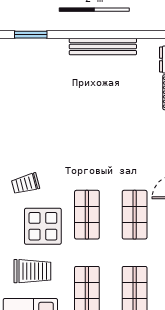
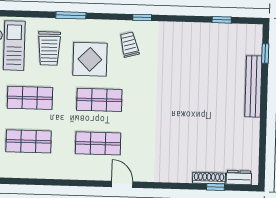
window: (31, 35) -> (265, 53), width x0.67
bench: (103, 47) -> (253, 86), moved

